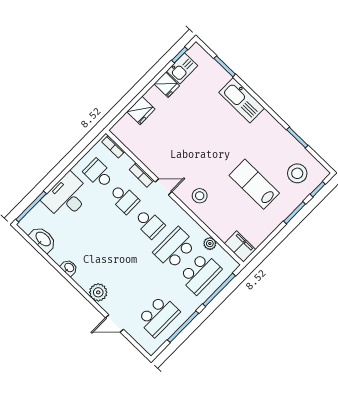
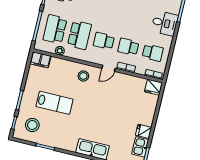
fridge: (141, 110) -> (153, 87), moved, turned -90
desk: (67, 197) -> (165, 23), width x0.73

